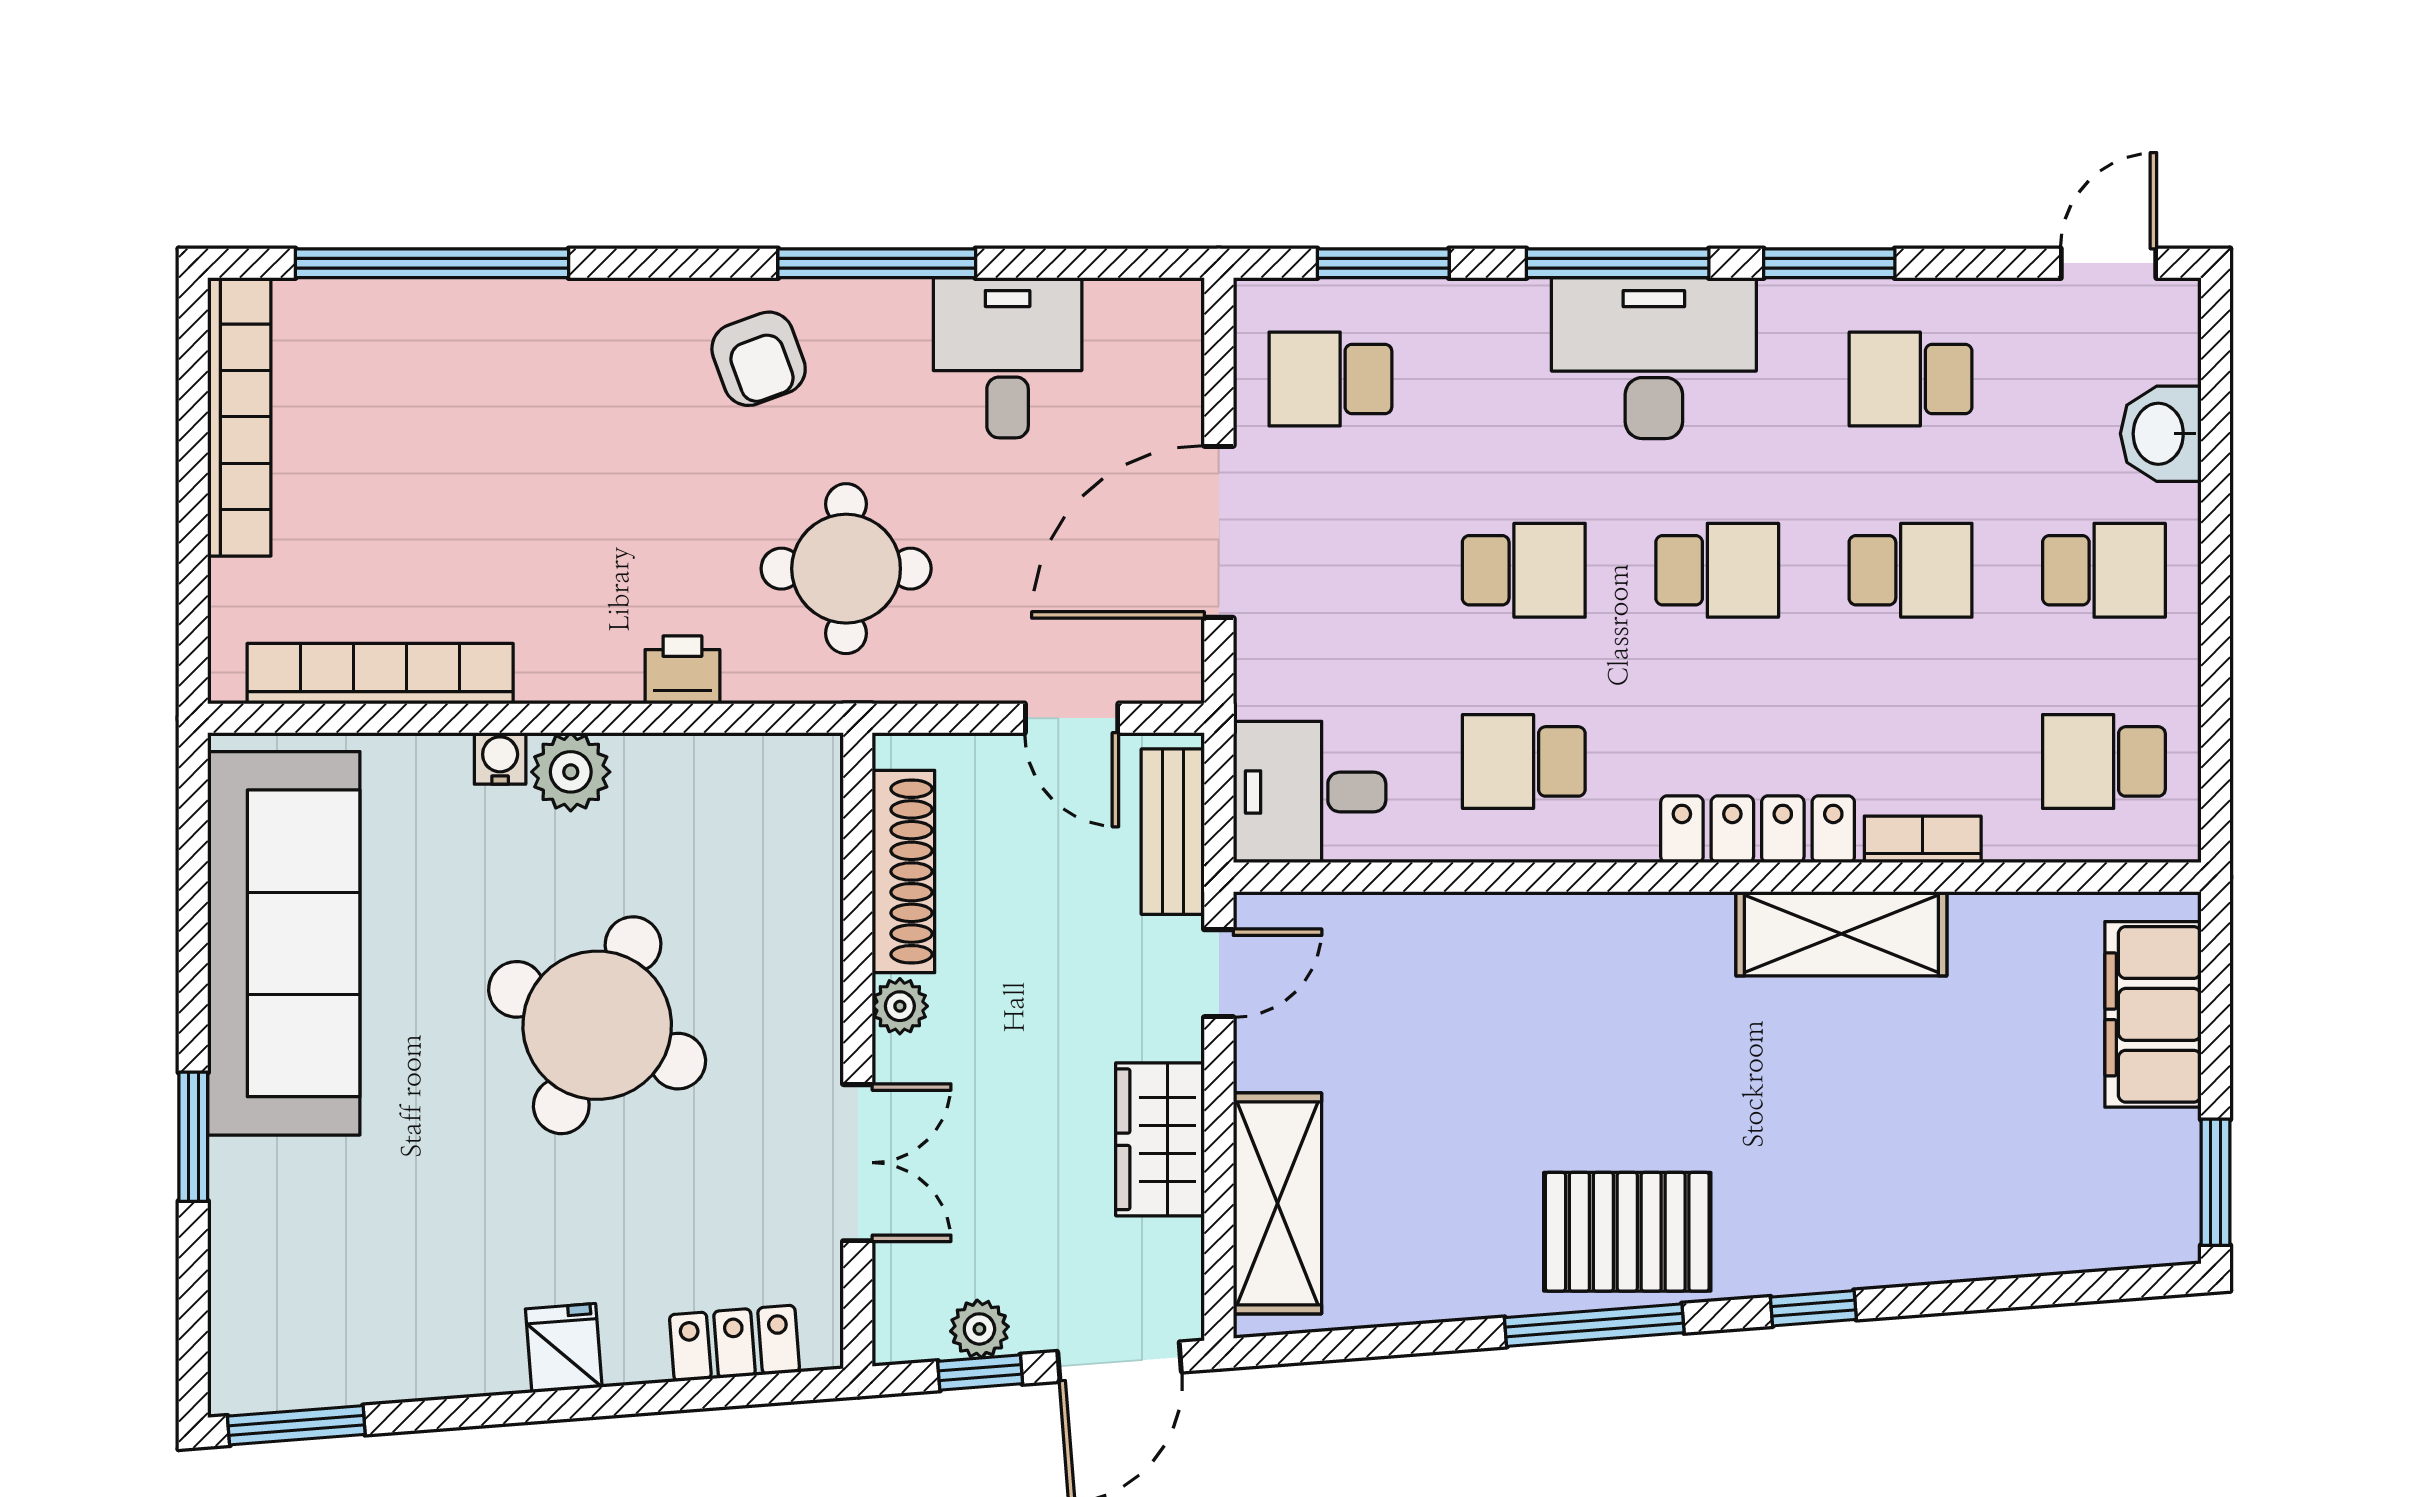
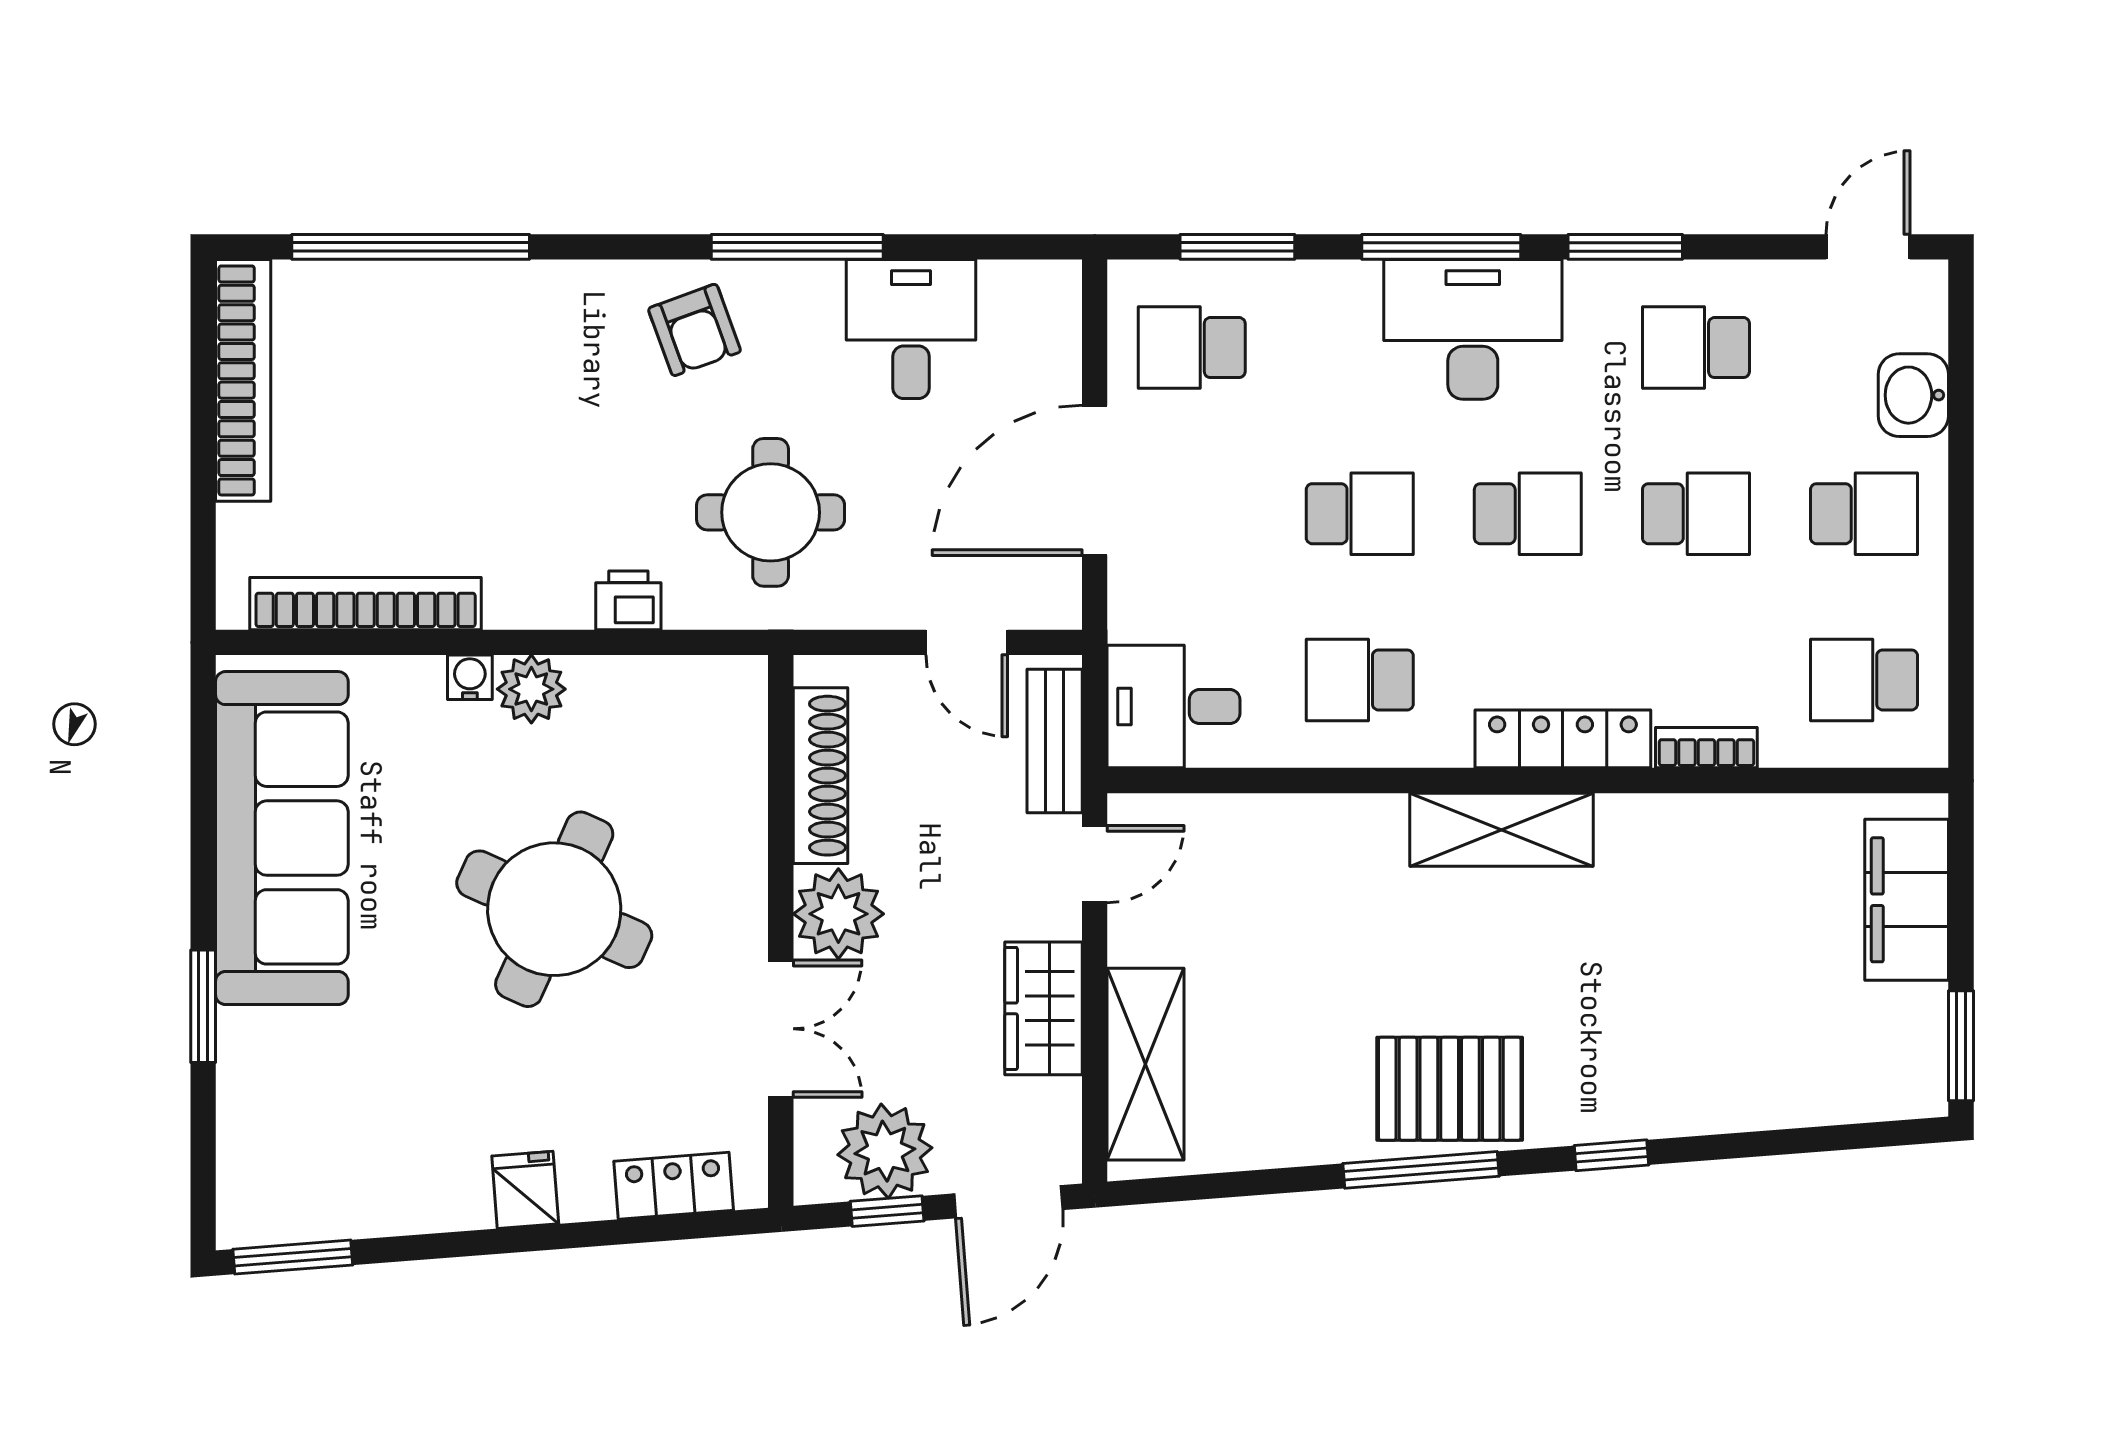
shelving: (1841, 934) -> (1502, 830), moved
plant: (900, 1006) -> (838, 914), width x1.87, depth x1.87
plant: (979, 1329) -> (885, 1151), width x1.87, depth x1.87

